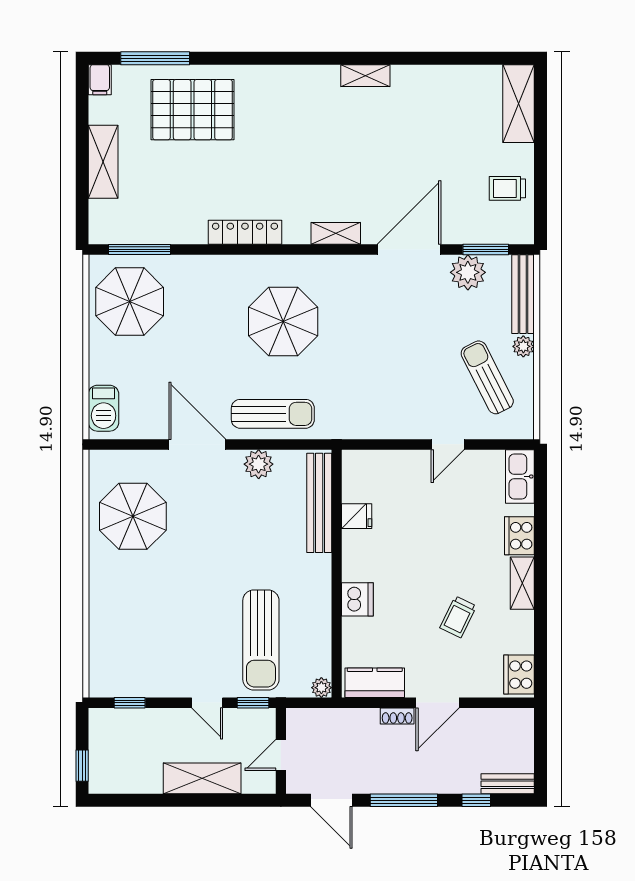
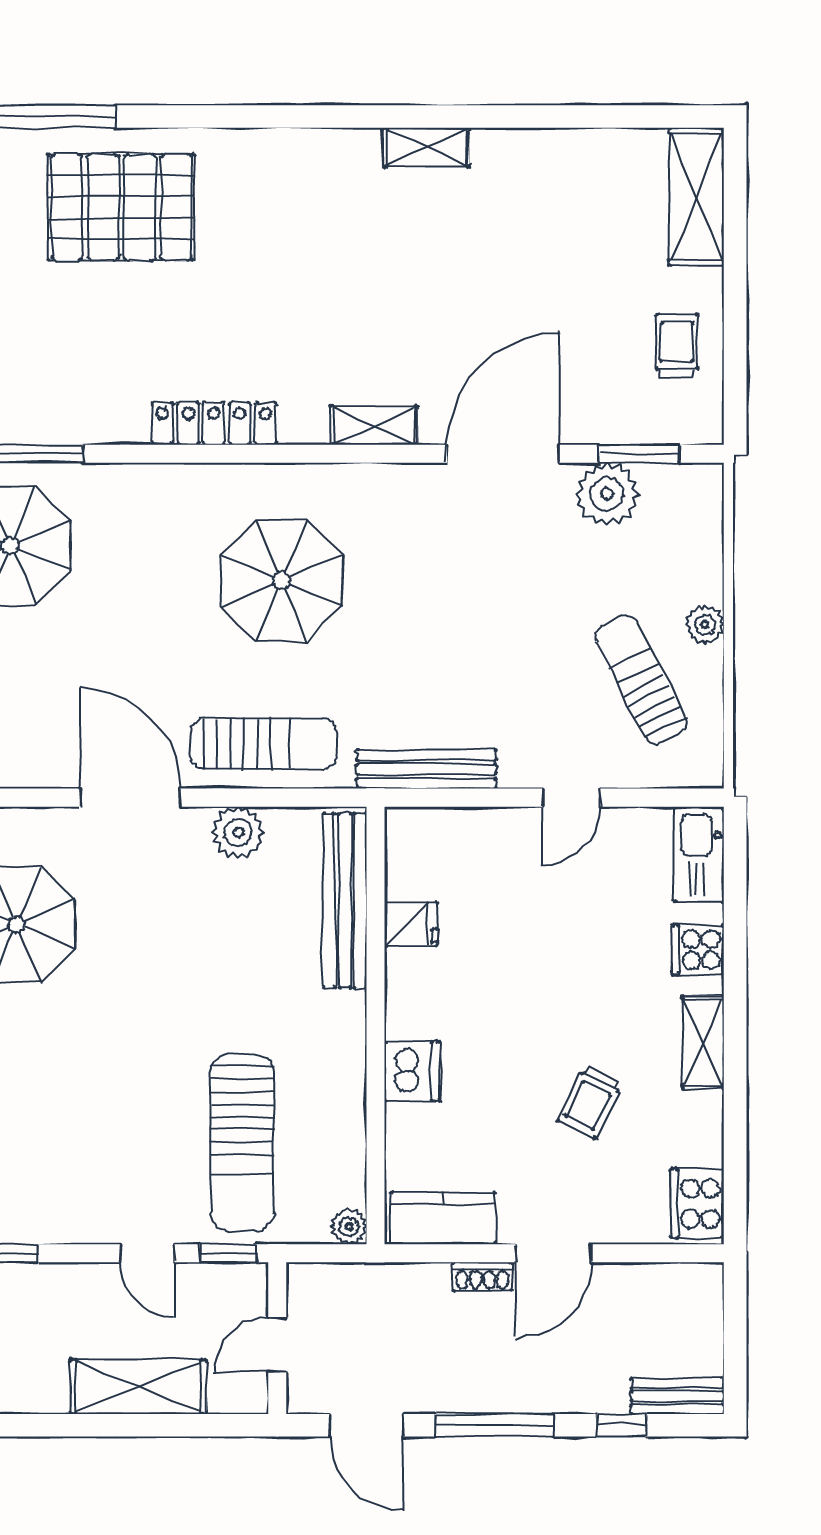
trolley: (507, 188) -> (677, 346), turned 90
bench: (523, 294) -> (426, 769), moved, turned 90
cooker: (519, 536) -> (698, 950), width x0.73

